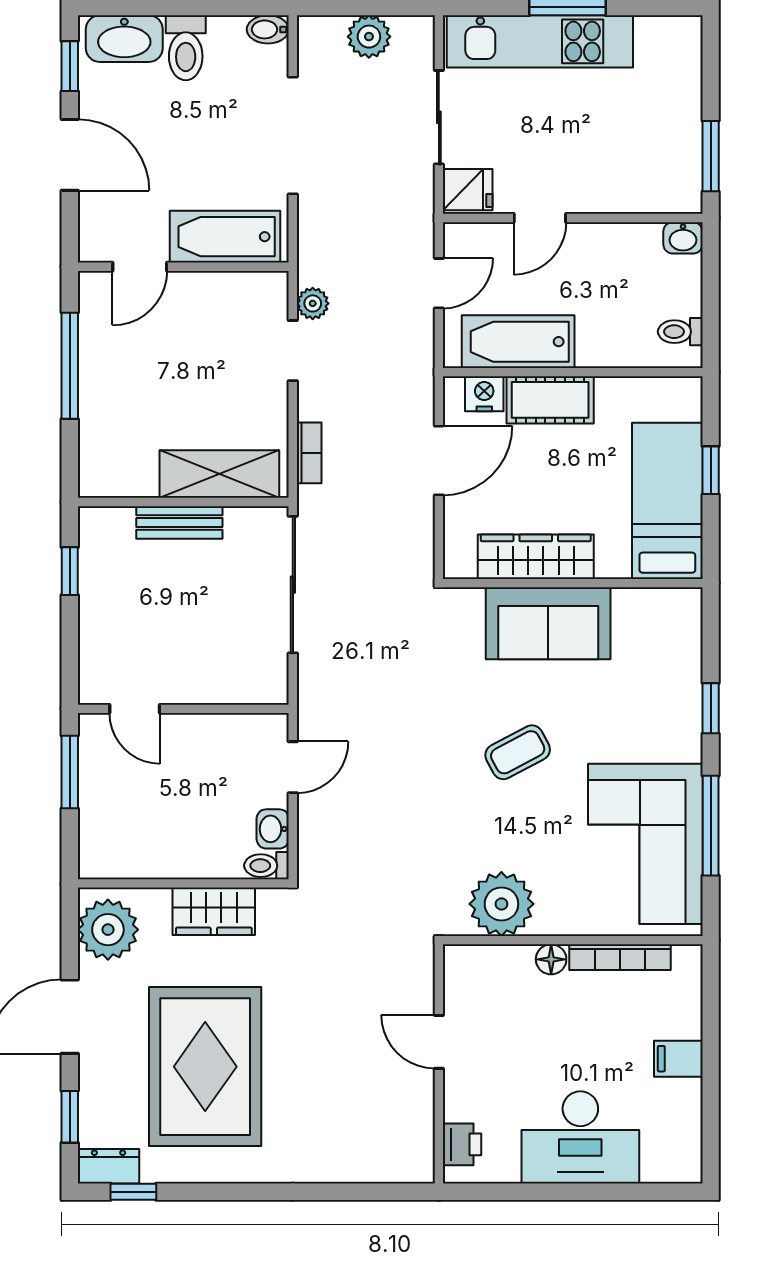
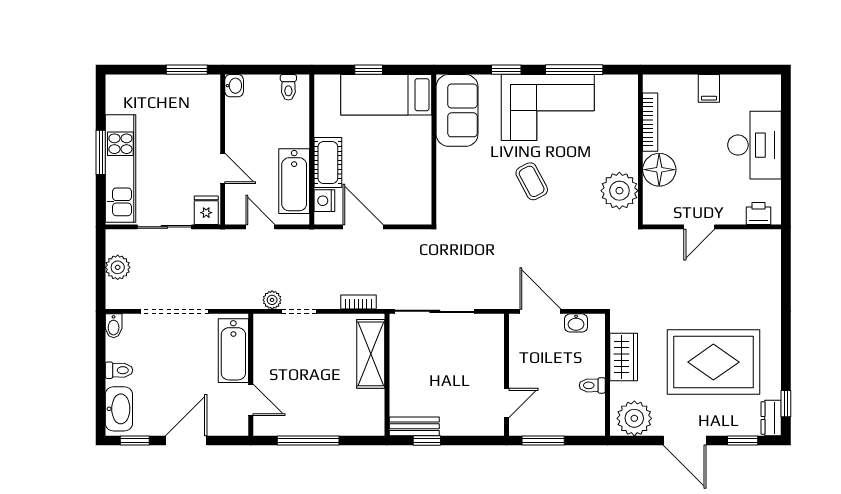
toilet: (186, 48) -> (119, 370), width x0.73, depth x0.72
bench: (179, 522) -> (414, 426), moved, turned 90
wardrobe: (536, 557) -> (419, 171), removed
sofa: (548, 623) -> (457, 110), moved
door: (293, 767) -> (540, 311), width x1.38
corner sofa: (645, 844) -> (548, 107), moved
toilet: (266, 866) -> (592, 385), moved, turned 90
floor lamp: (551, 959) -> (659, 170), width x1.89, depth x1.89

